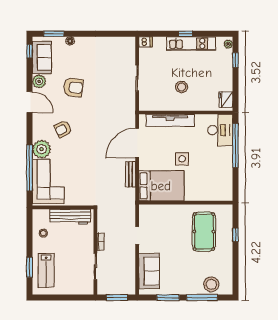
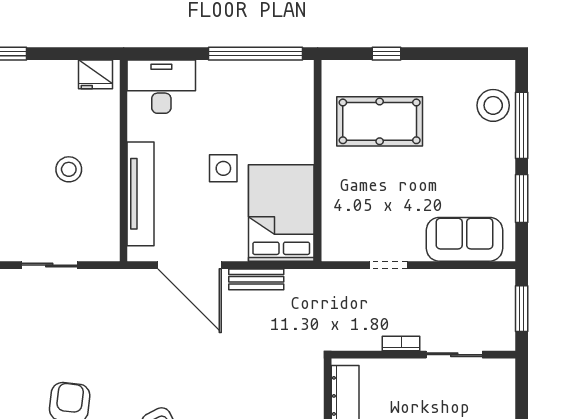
window: (235, 145) -> (256, 54), moved

